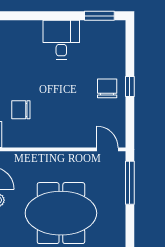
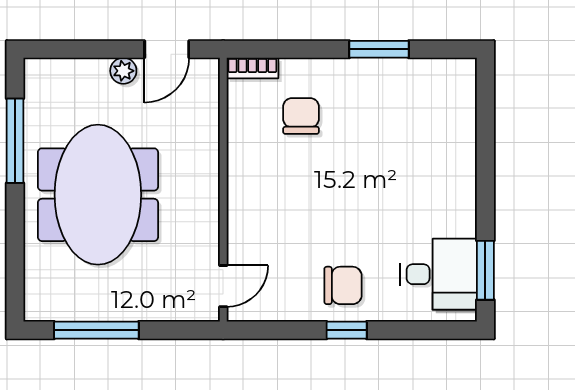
desk: (61, 40) -> (439, 274), moved
window: (130, 183) -> (96, 330), moved

